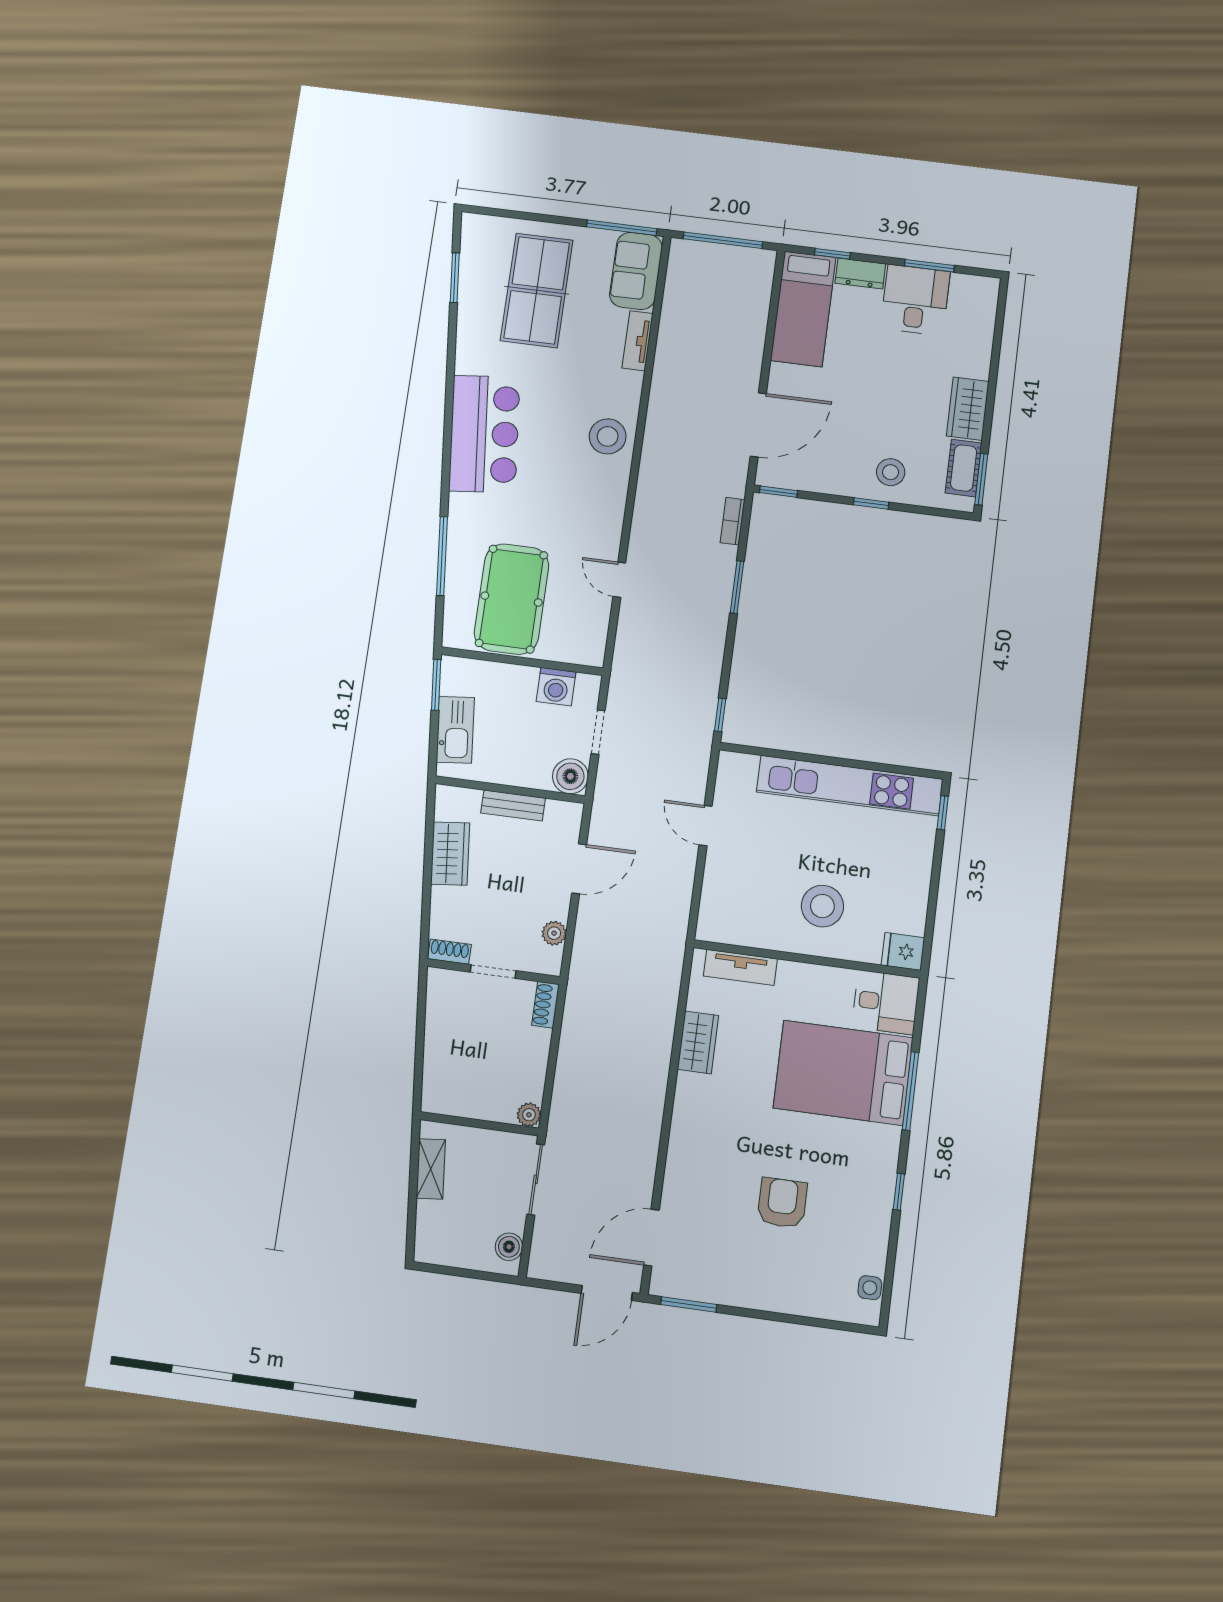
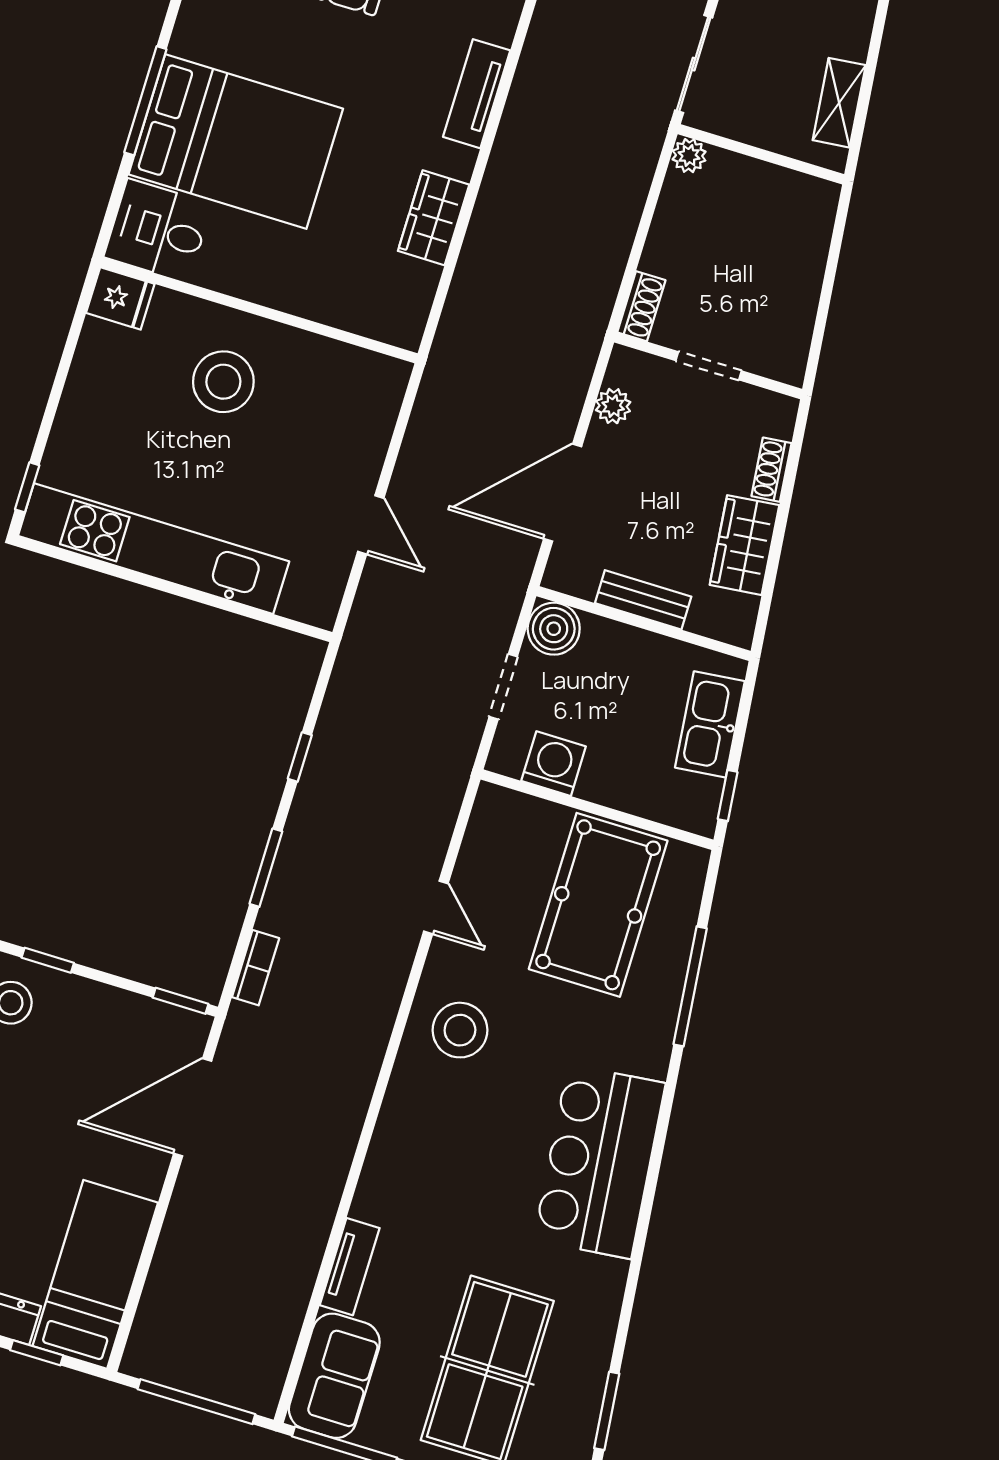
stool: (608, 436) -> (460, 1030), moved
window: (436, 685) -> (728, 796), width x0.67
window: (720, 715) -> (300, 757), moved
door: (579, 869) -> (563, 493), width x1.36
shoe rack: (449, 952) -> (771, 470), moved, turned 84
tv unit: (740, 967) -> (477, 94), moved, turned -90

